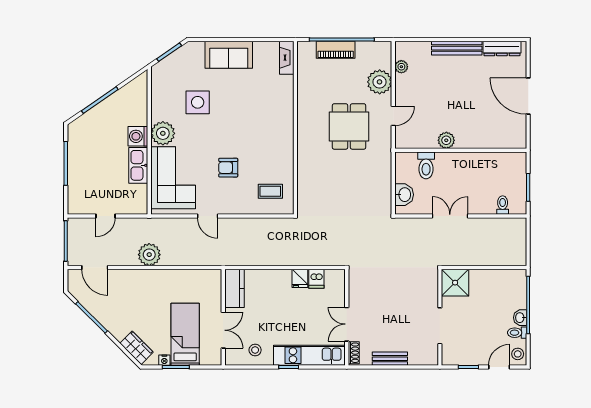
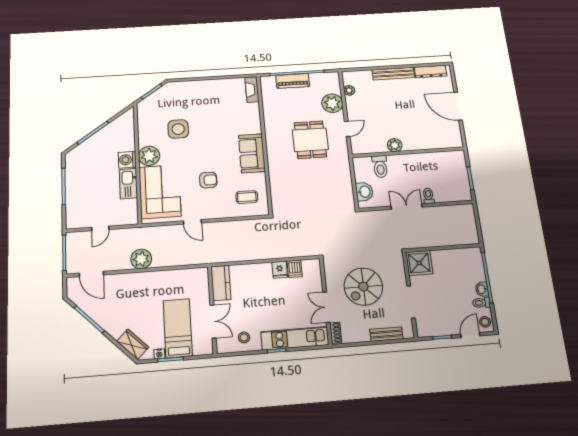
sofa: (229, 55) -> (252, 153), moved, turned 90
armchair: (228, 168) -> (208, 180), turned 180
toilet: (503, 205) -> (428, 196), moved
spiral stairs: (390, 304) -> (363, 287), added
bench: (390, 359) -> (386, 334), moved

